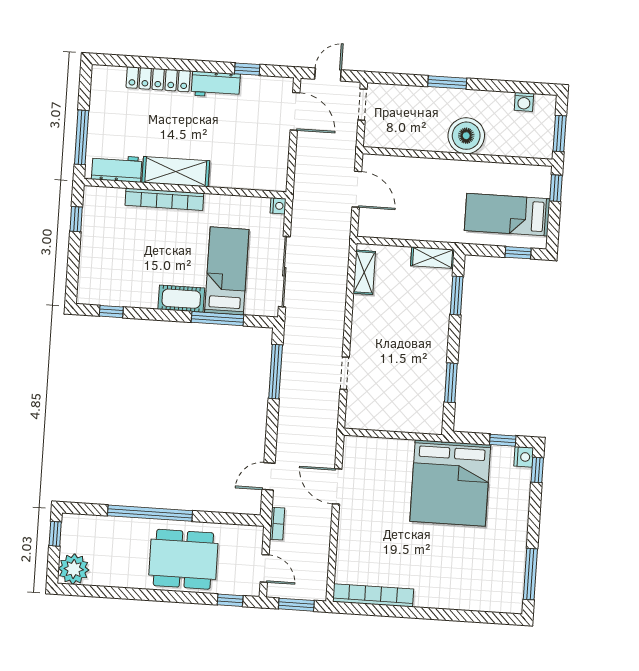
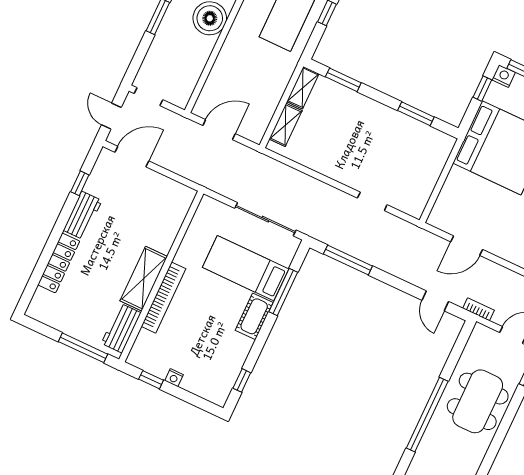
nightstand: (278, 206) -> (174, 378), moved, turned 180
shelving: (364, 272) -> (286, 125), moved, turned 90

